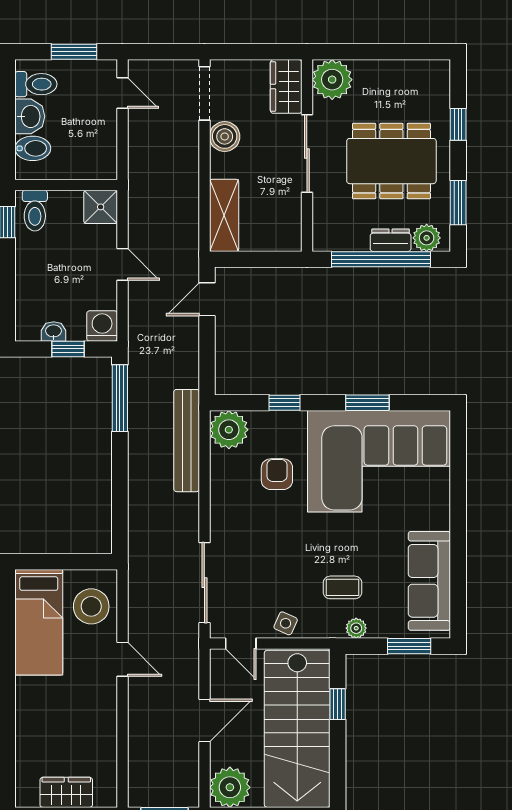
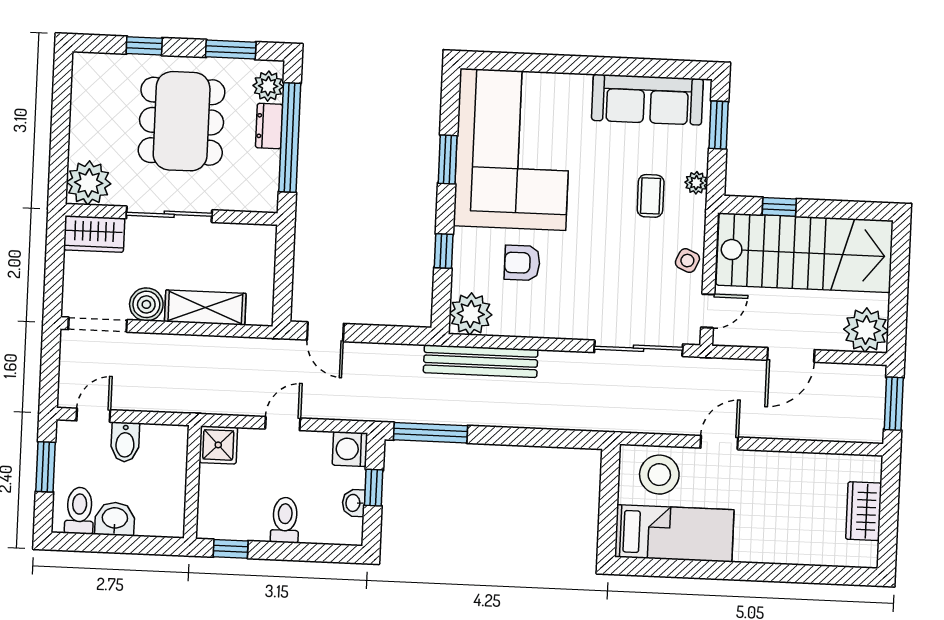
bidet: (33, 148) -> (125, 442), moved, turned 180
toilet: (35, 211) -> (285, 520), moved, turned -90
shelving: (224, 215) -> (205, 308), moved
door: (204, 720) -> (791, 355), swing flipped

